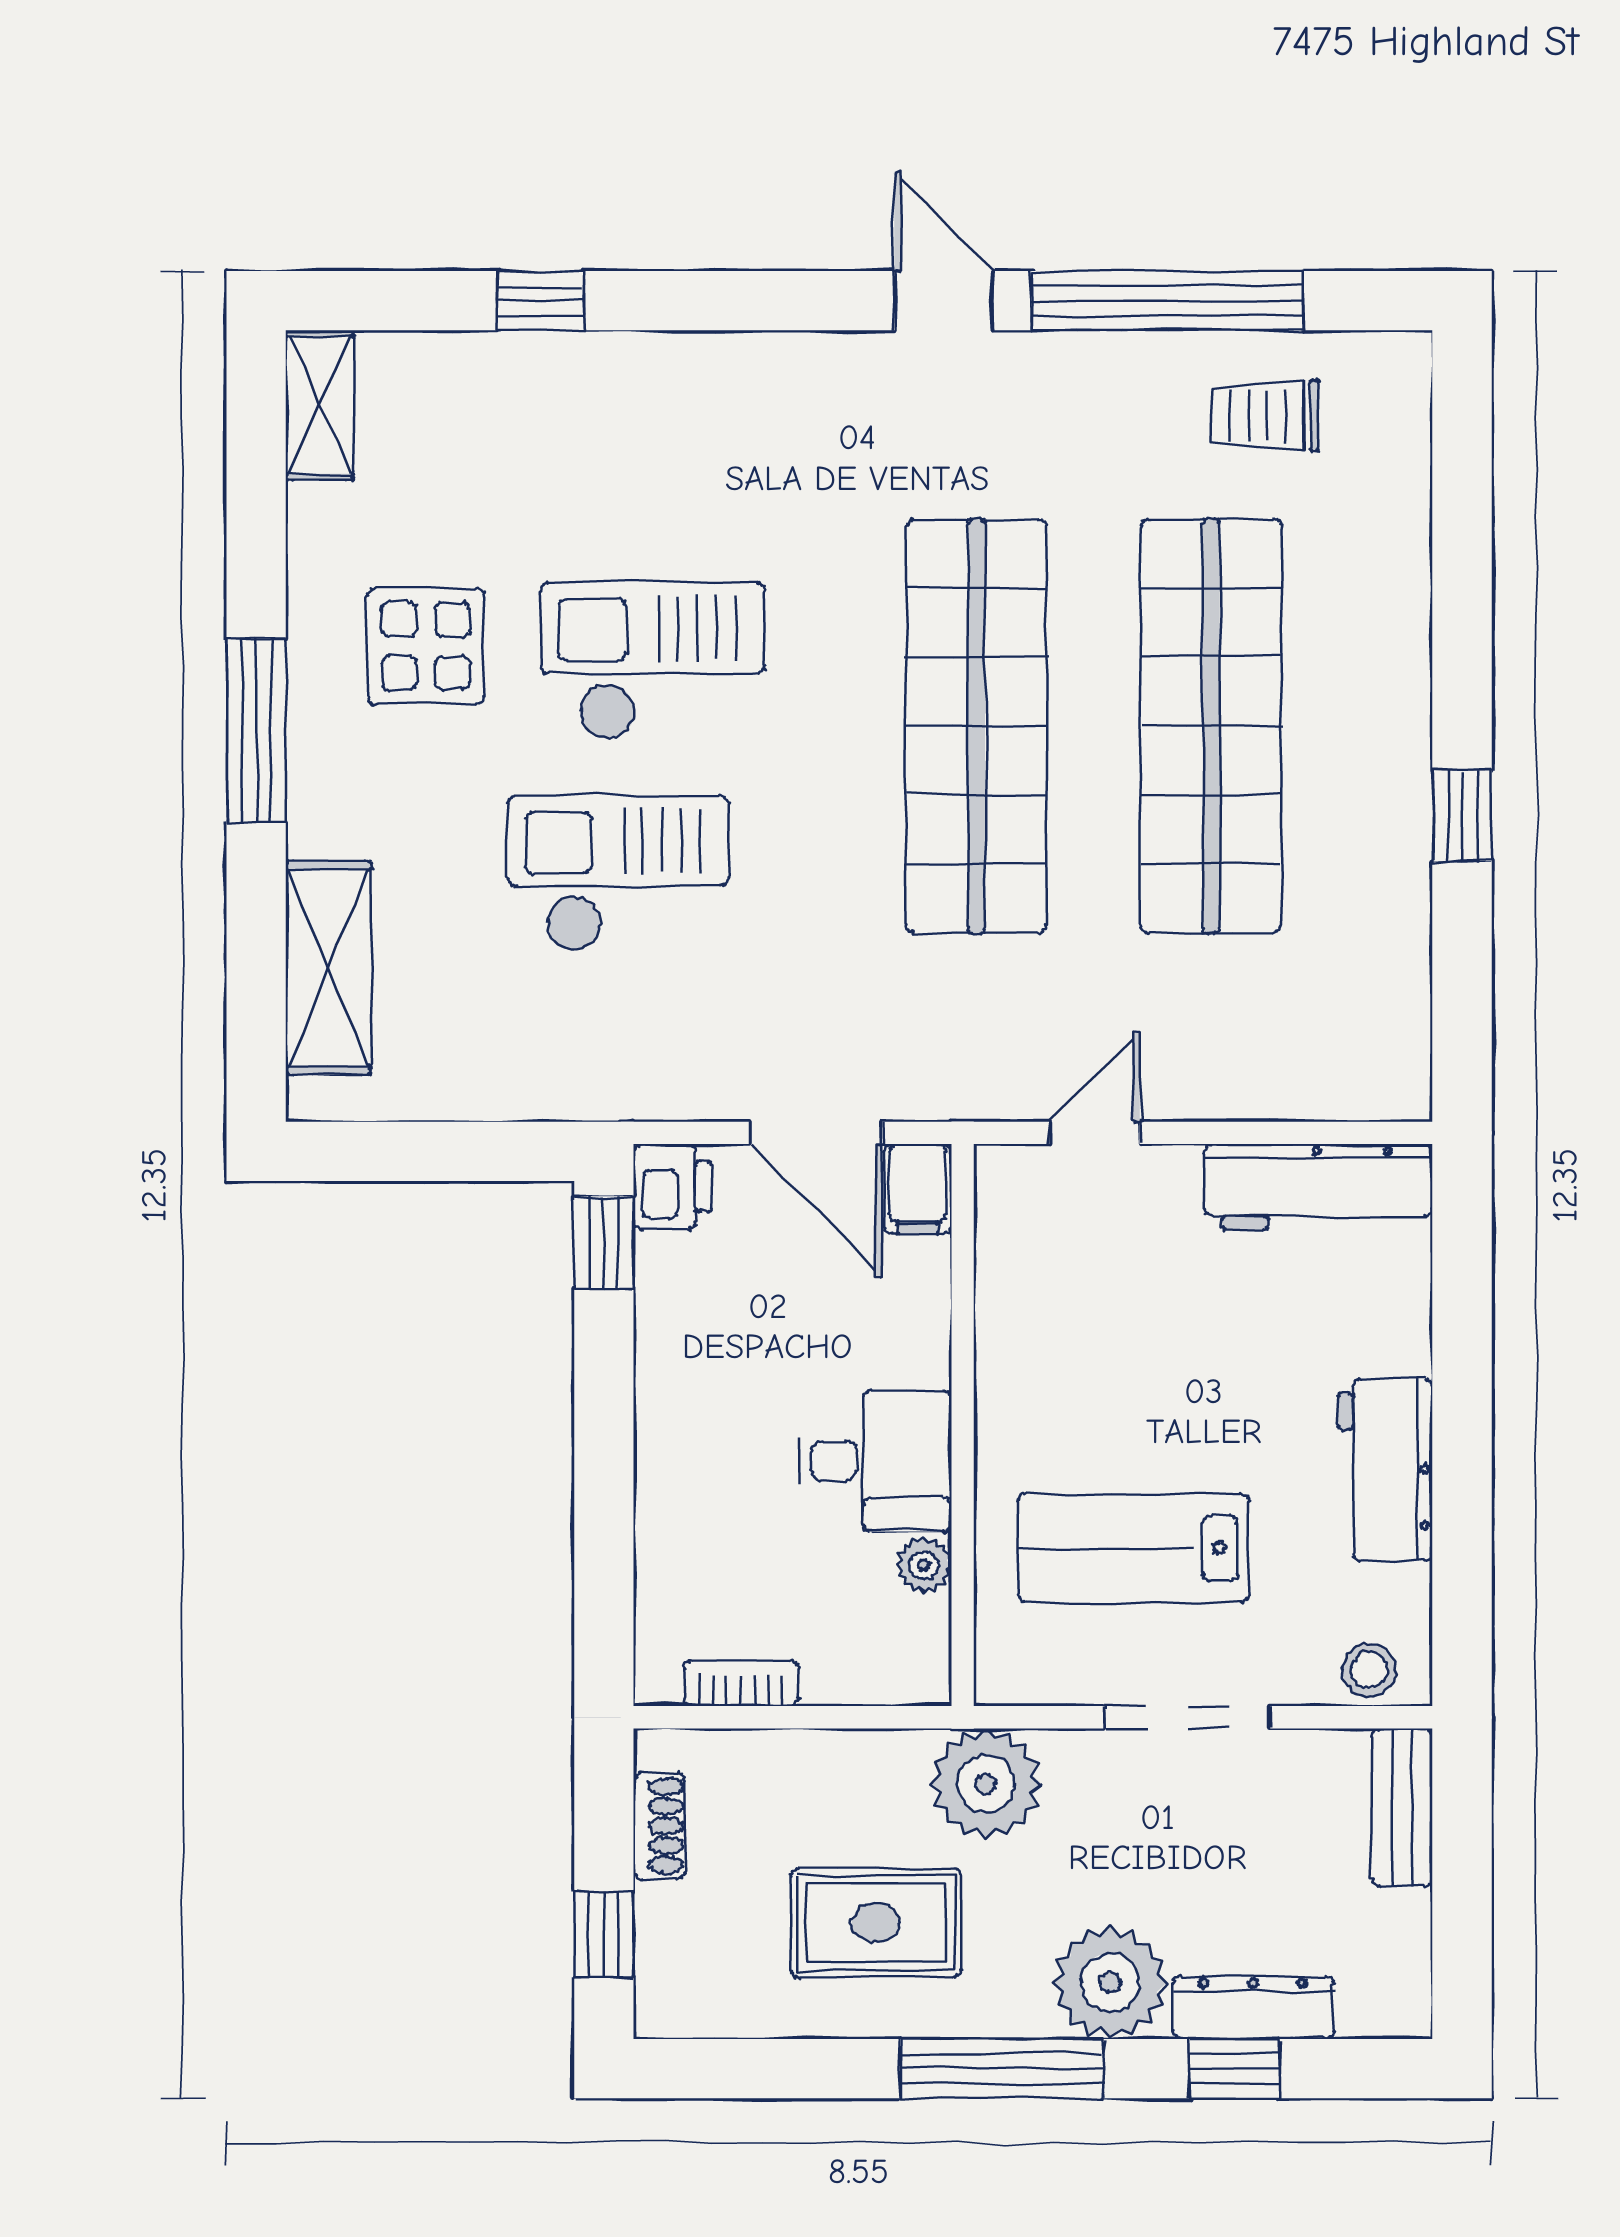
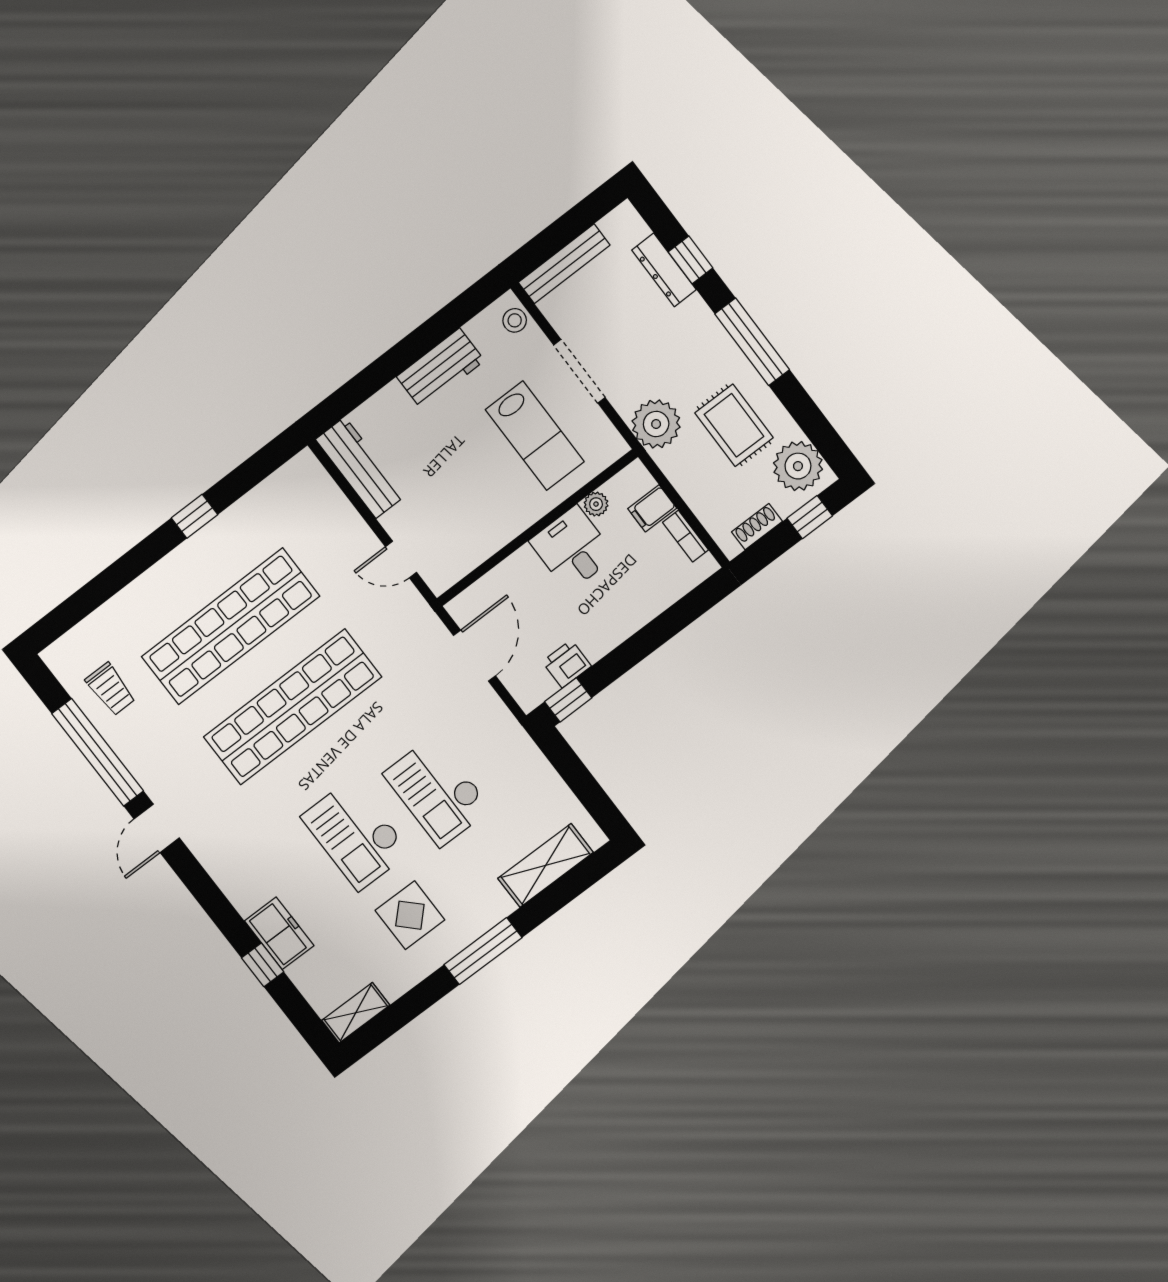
freezer: (576, 377) -> (279, 933), added
printer: (672, 1187) -> (567, 664), moved
filing cabinet: (918, 1189) -> (652, 508), moved, turned 180
bench: (1402, 1808) -> (564, 264), width x1.36
plant: (1110, 1983) -> (798, 466), moved

